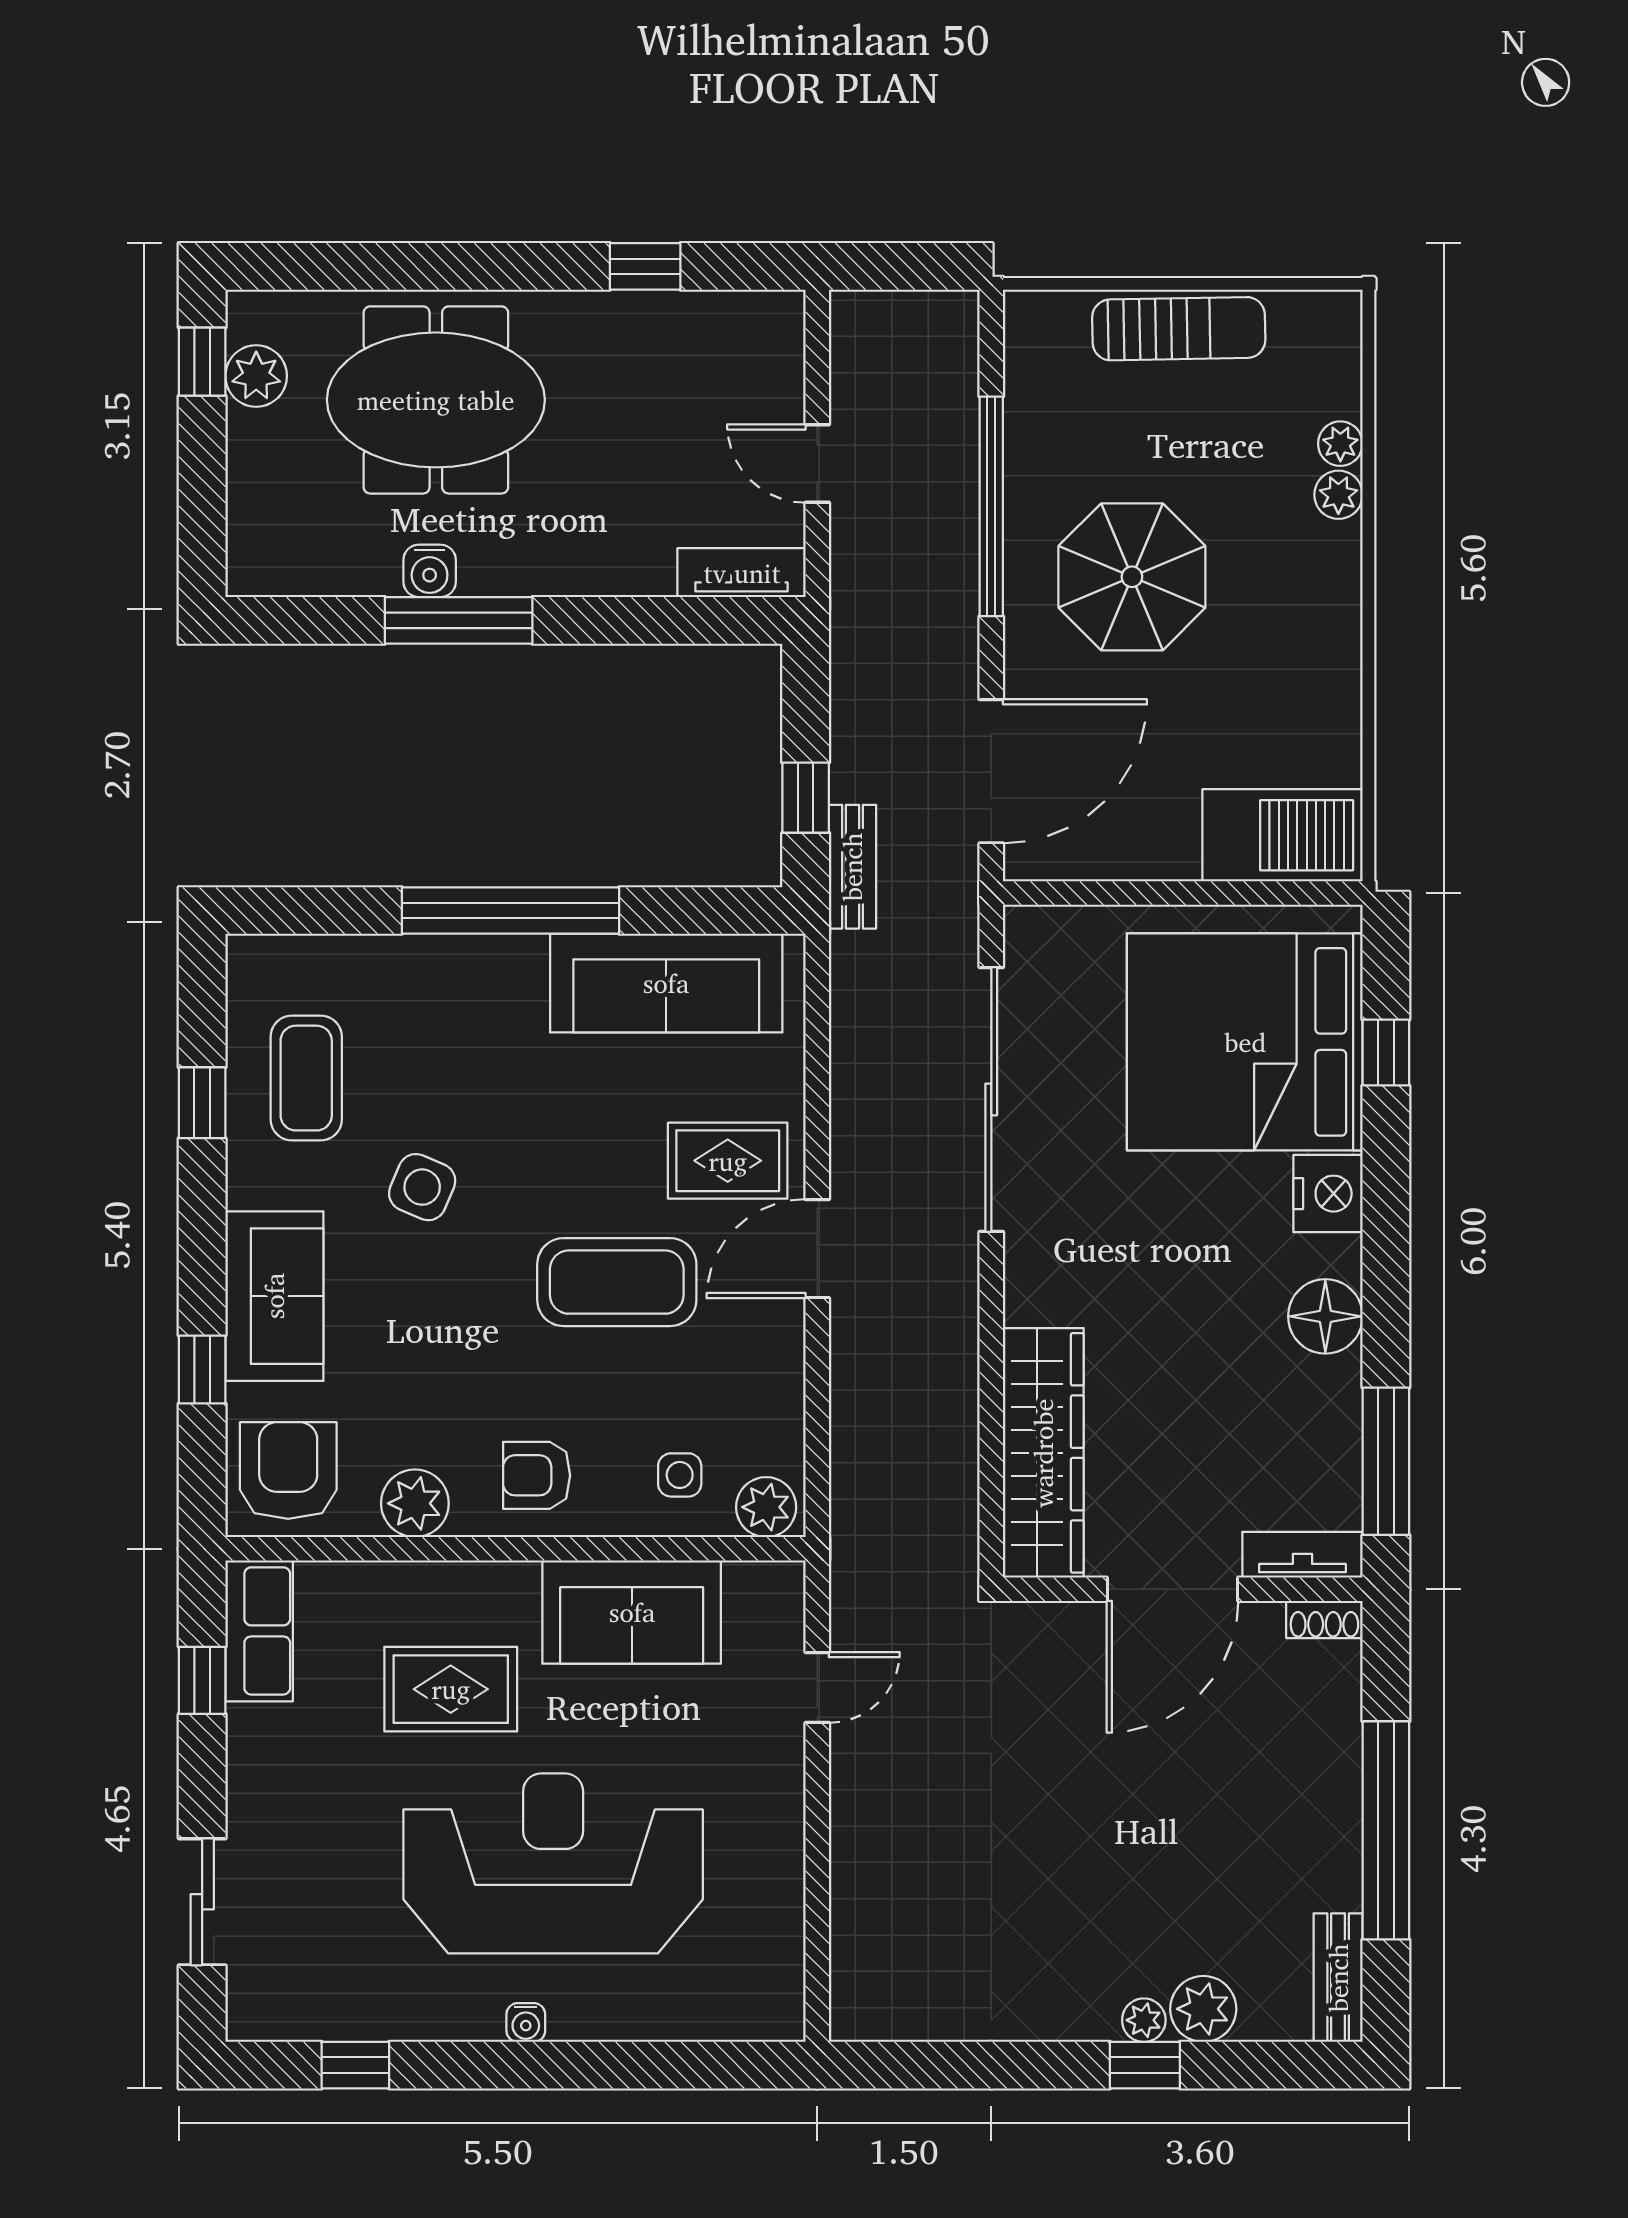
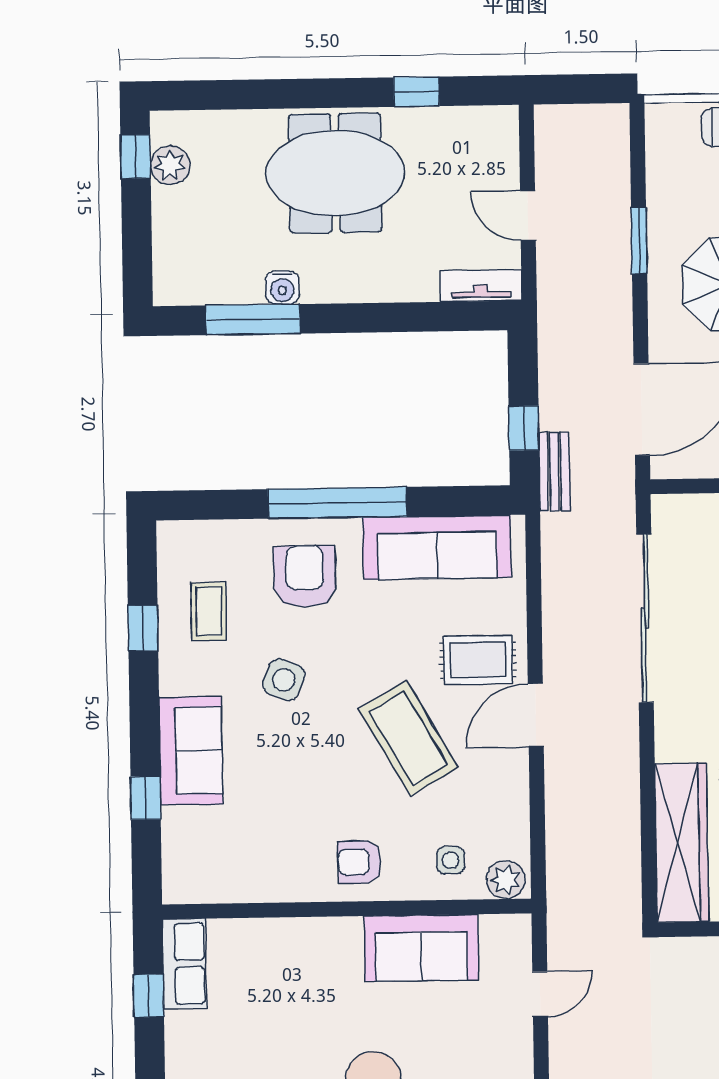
meeting table: (436, 400) -> (335, 173), moved
window: (991, 506) -> (639, 241), width x0.47
window: (459, 620) -> (253, 320), moved
coffee table: (306, 1078) -> (209, 611), width x0.73, depth x0.77
coffee table: (617, 1282) -> (409, 738), turned 60
armchair: (288, 1471) -> (305, 576), moved
plant: (415, 1503) -> (282, 881), removed
rug: (451, 1689) -> (307, 999), removed

